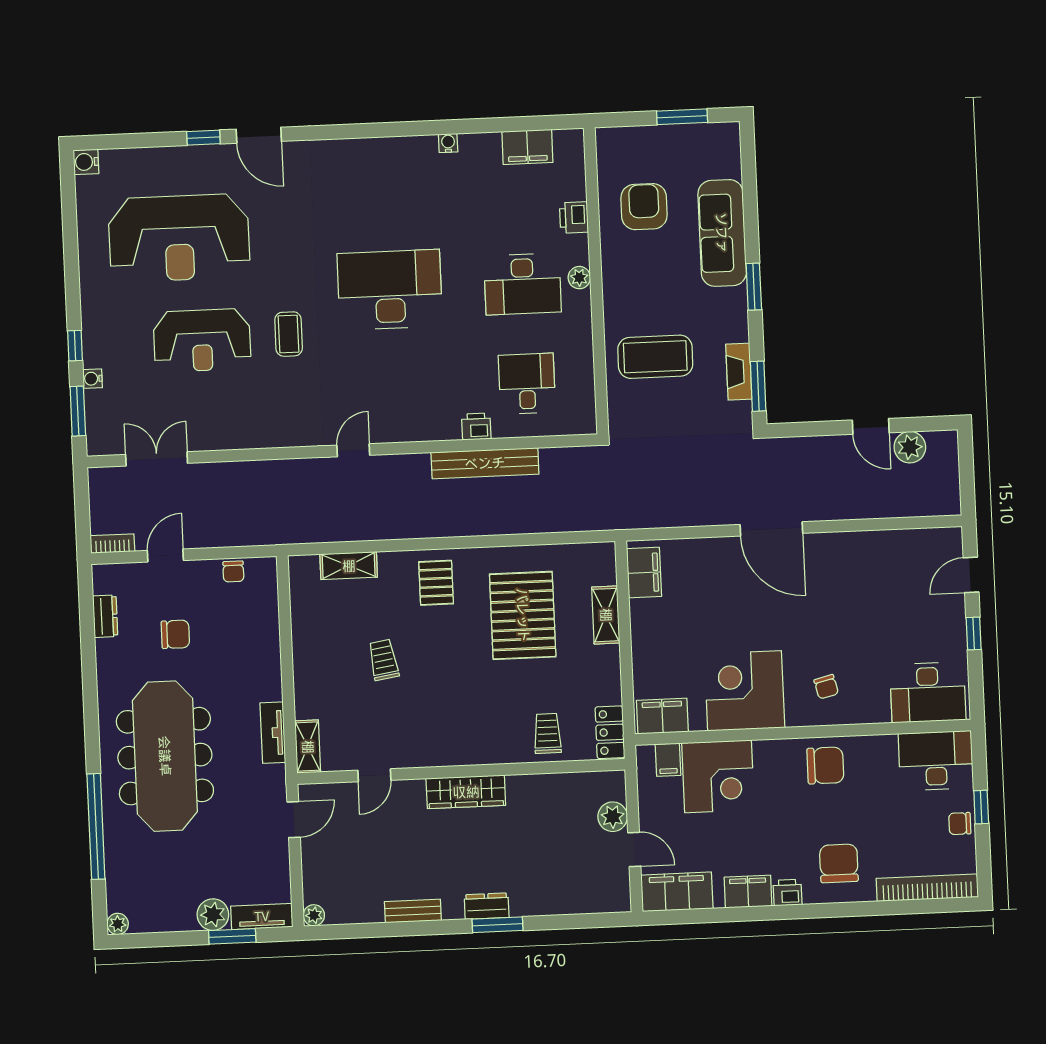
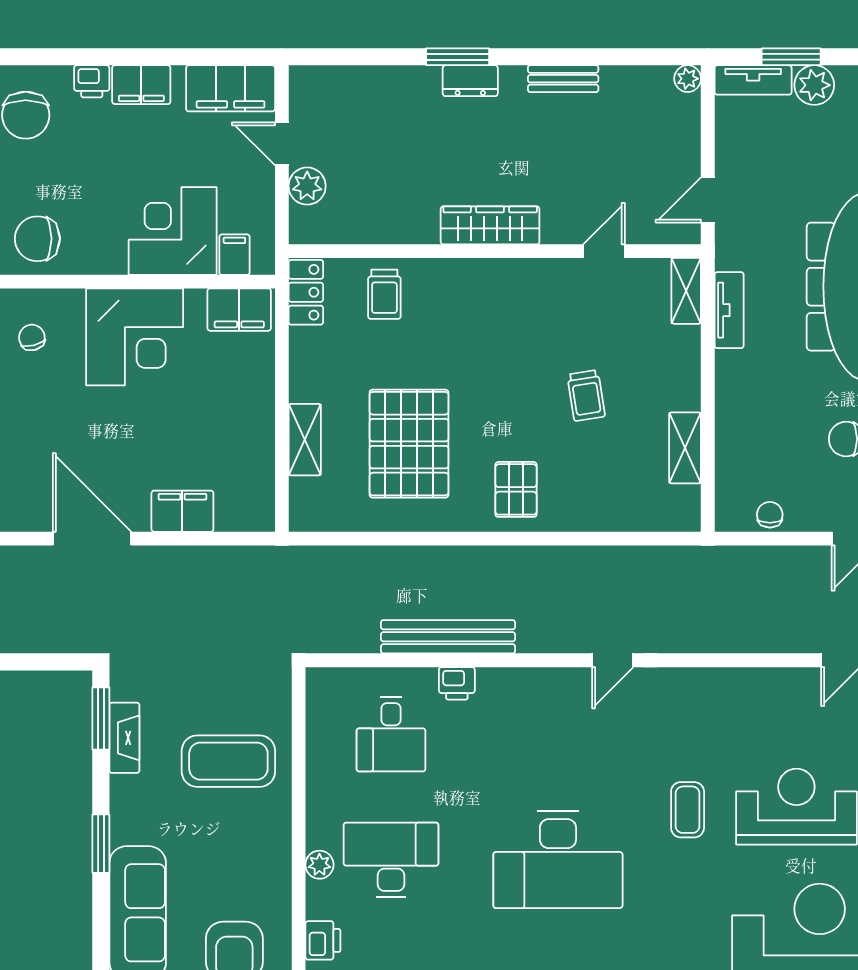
shelving: (349, 566) -> (685, 448), moved, turned 90
filing cabinet: (644, 573) -> (182, 511), moved, turned 90

